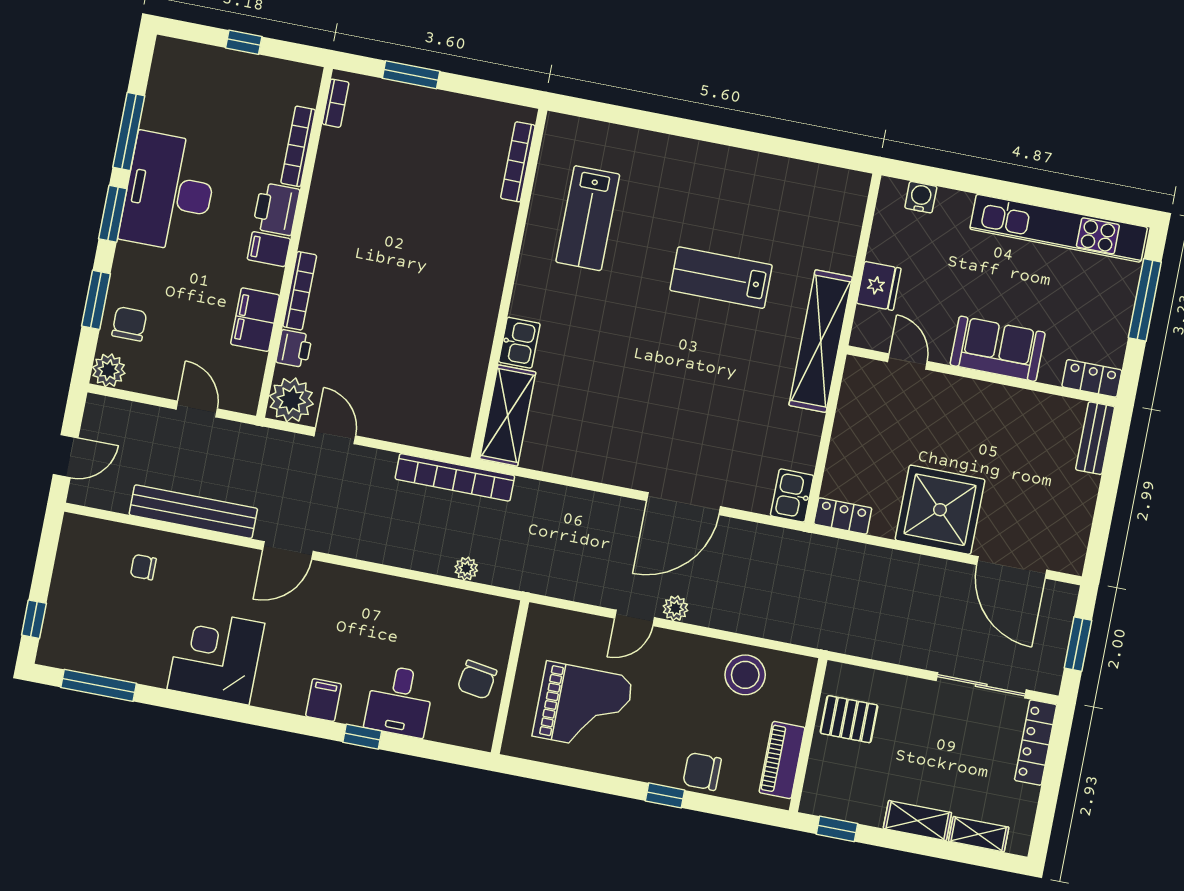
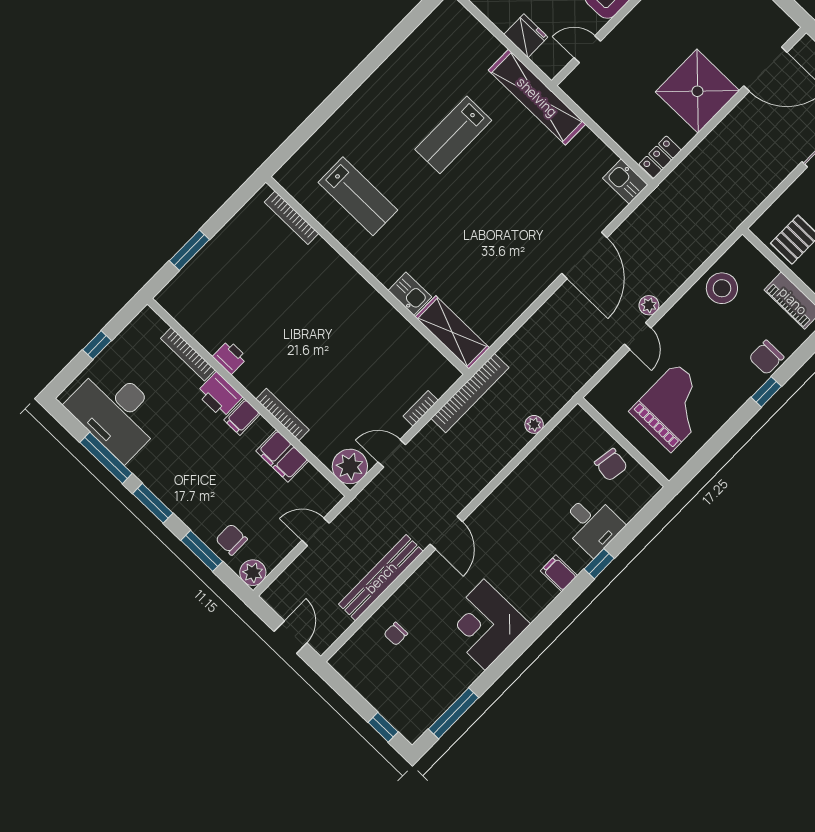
bookcase: (336, 103) -> (421, 408), moved, turned -90
desk: (169, 192) -> (116, 412), moved
printer: (294, 349) -> (230, 357), moved

